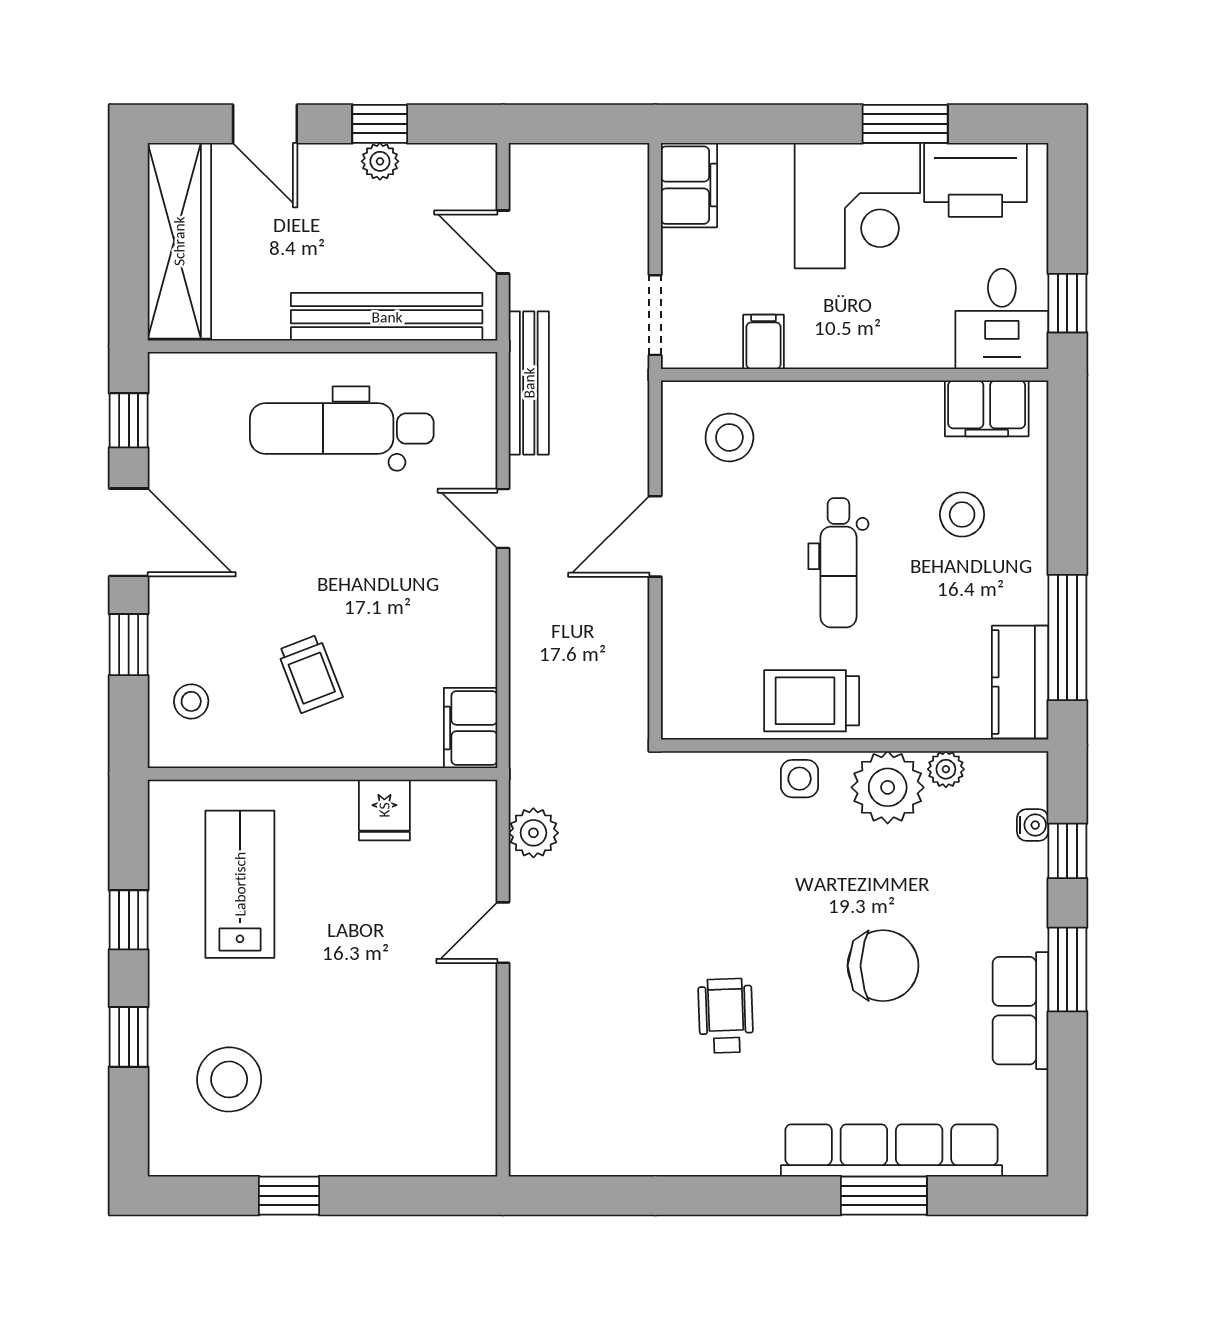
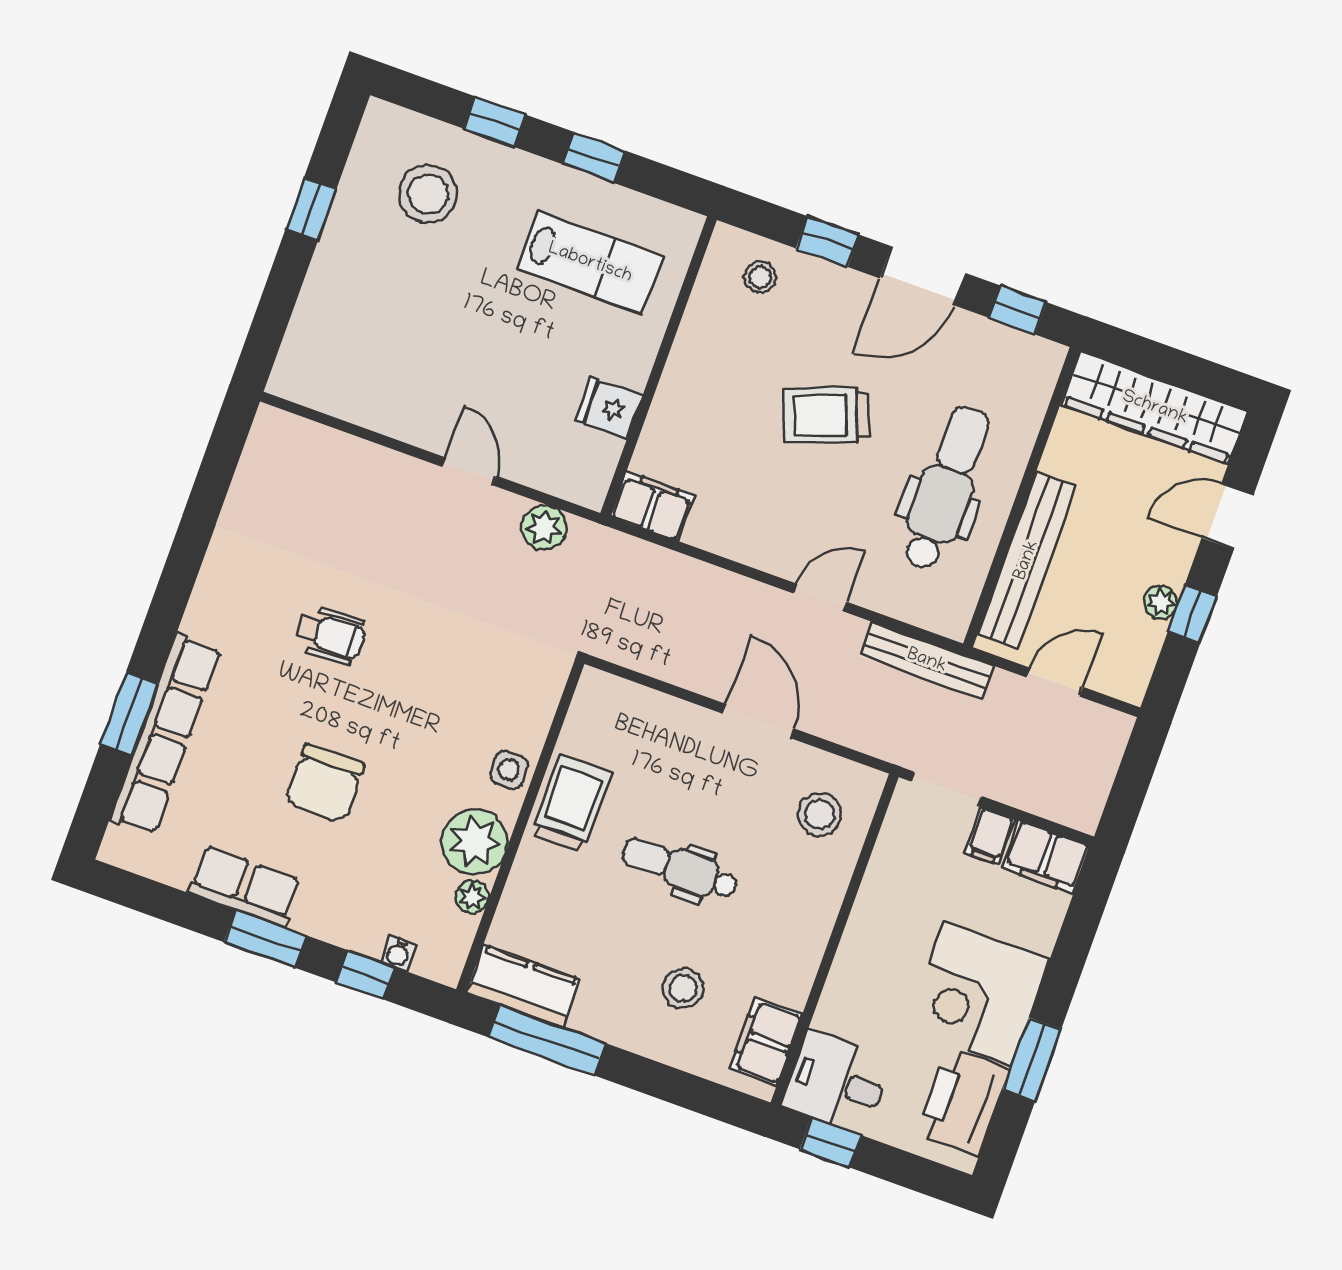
filing cabinet: (764, 342) -> (990, 836), moved, turned 90
trolley: (310, 674) -> (826, 415), moved, width x1.36, depth x1.39

